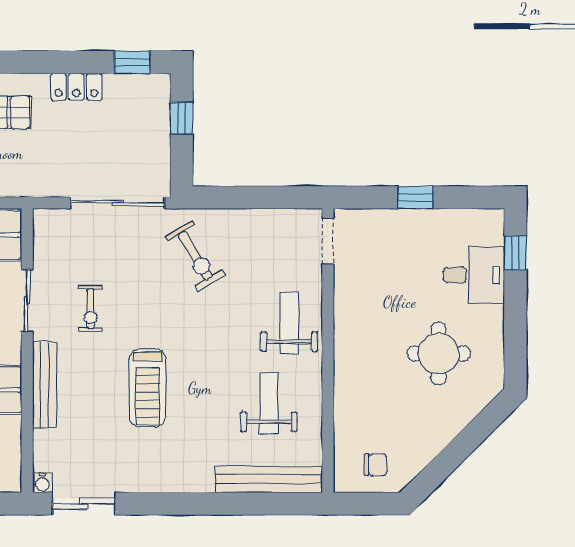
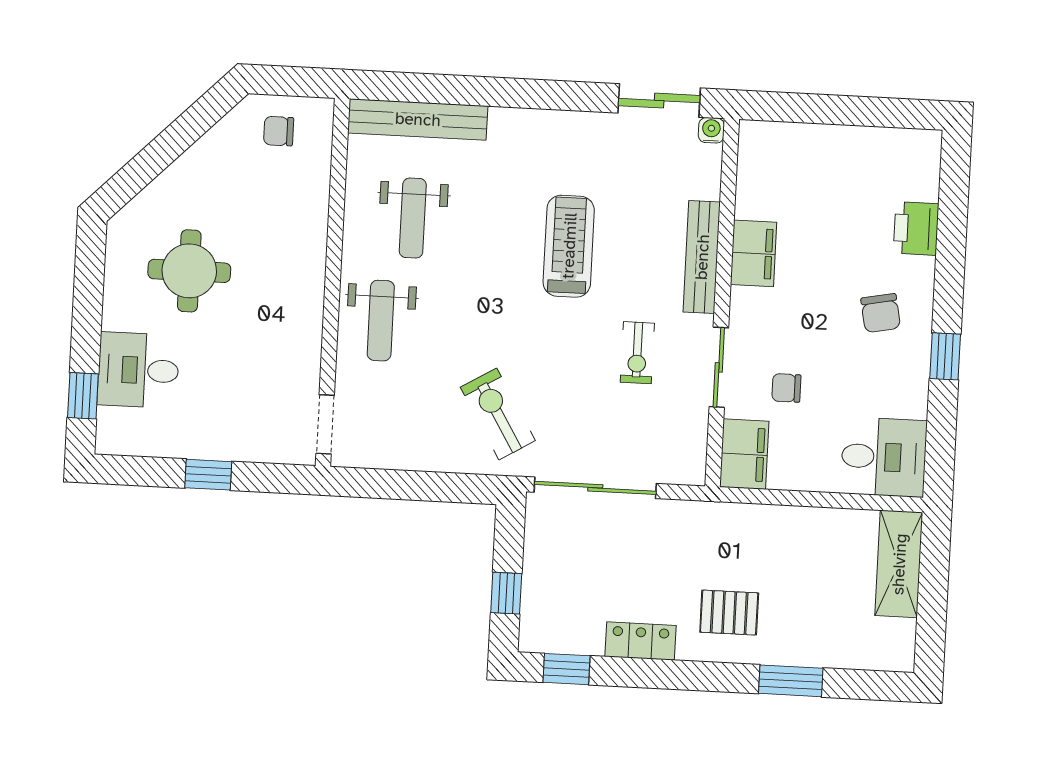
exercise bike: (90, 309) -> (637, 353), turned 180

